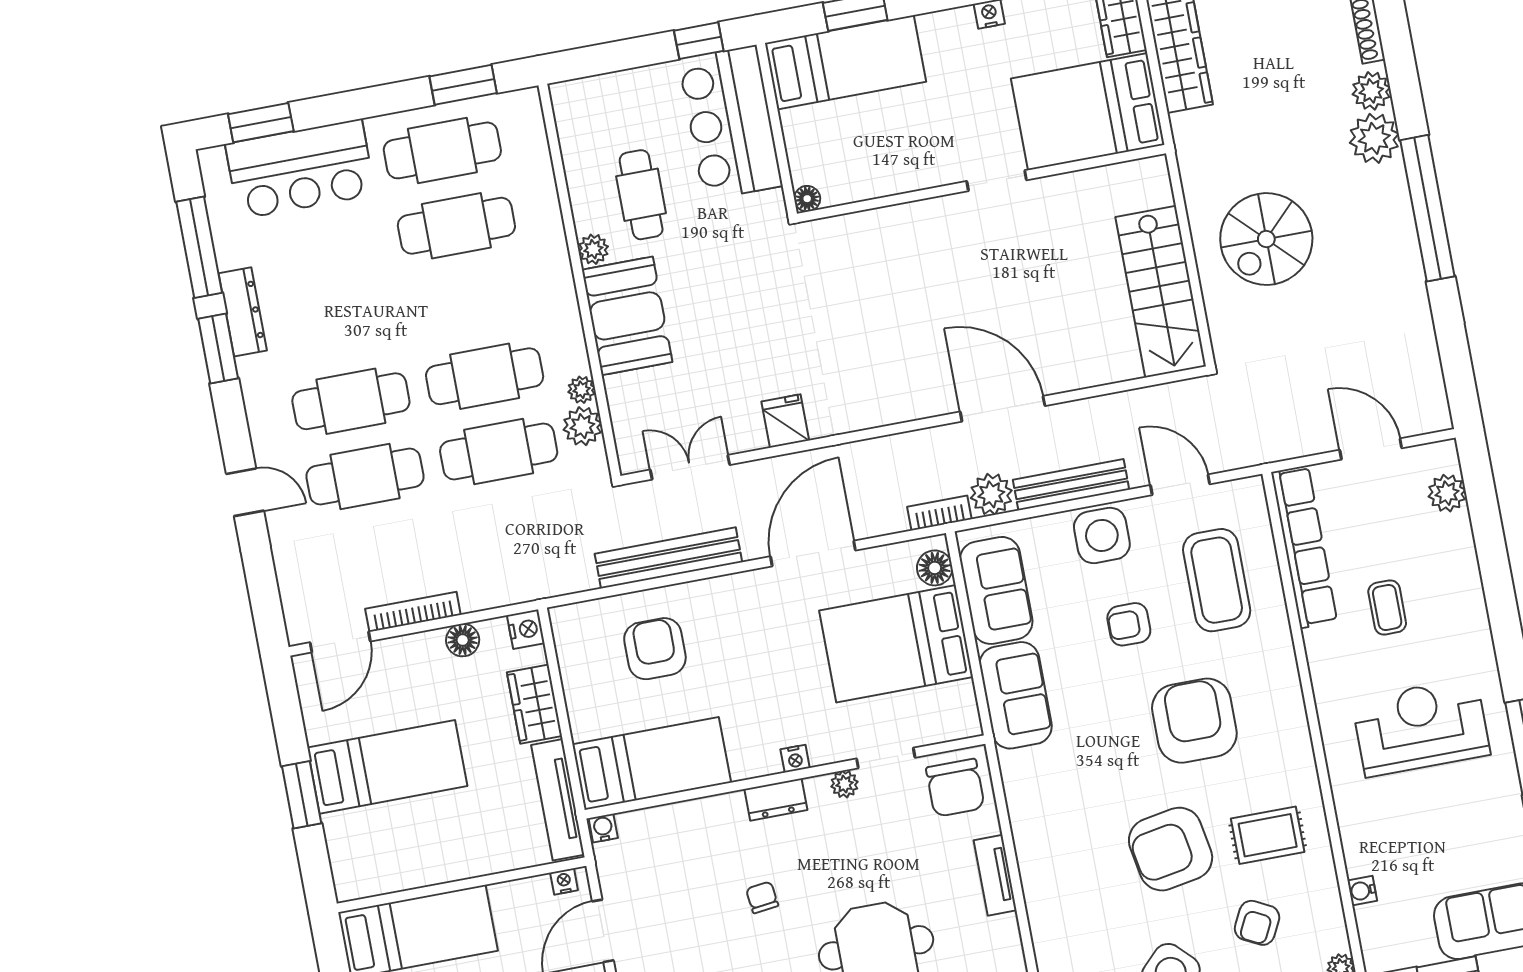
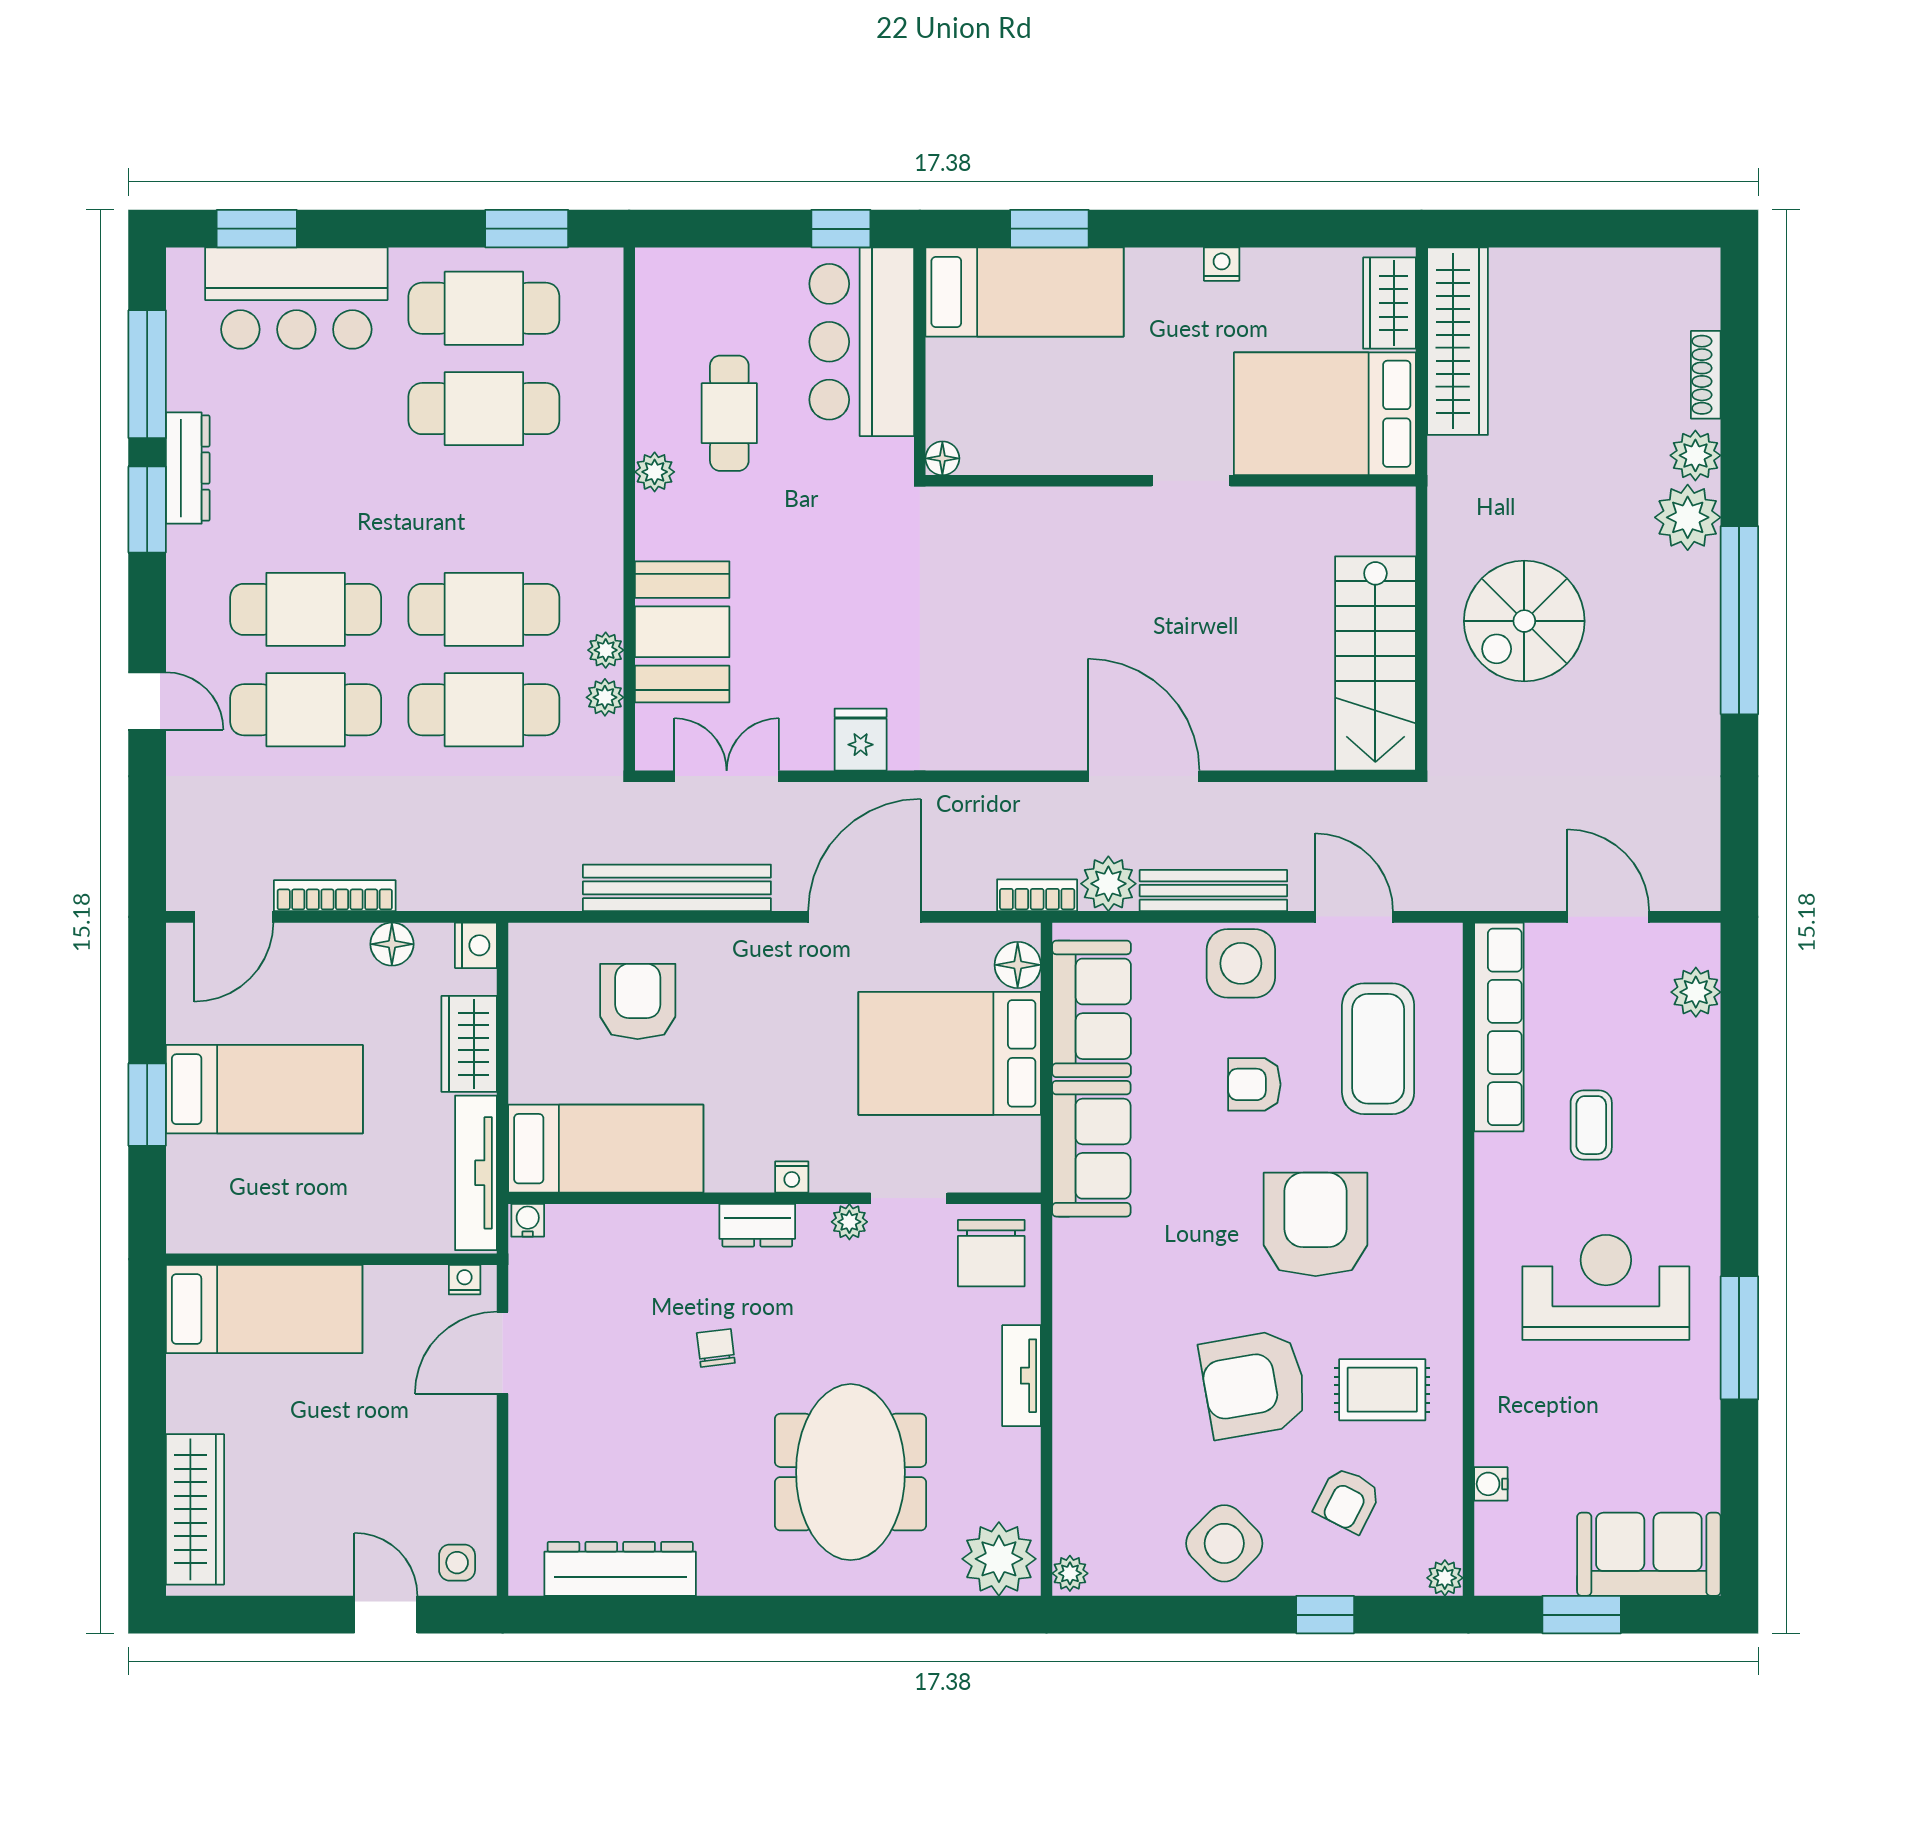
booth: (627, 316) -> (682, 632), moved
plant: (582, 426) -> (605, 697), width x0.73, depth x0.73

